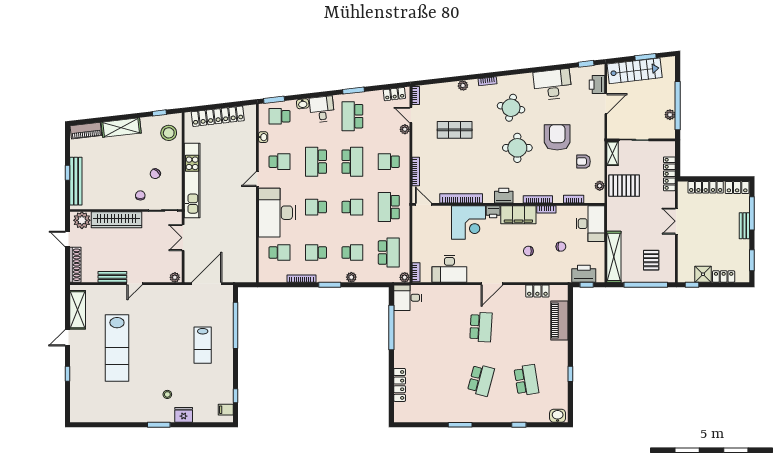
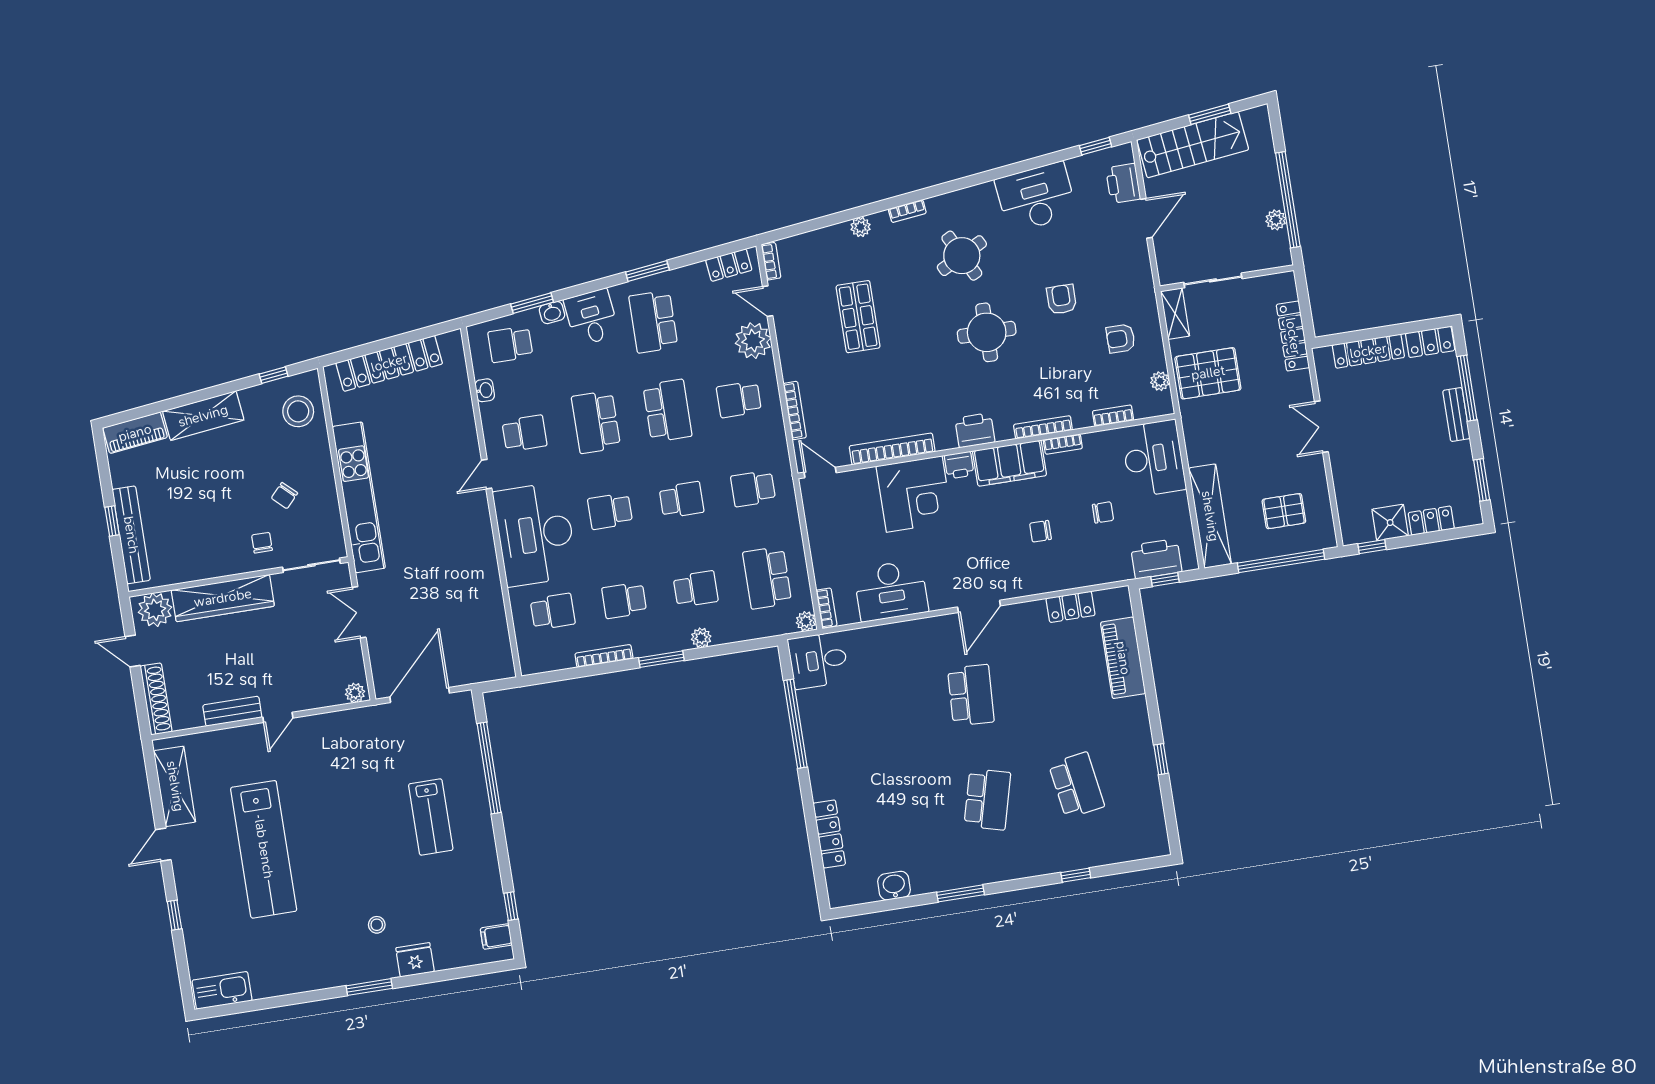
window: (274, 100) -> (532, 303), moved
round table: (511, 108) -> (962, 256), turned -38
plant: (405, 129) -> (753, 341), width x1.88, depth x1.88
shop shelf: (455, 130) -> (858, 317), turned 90
armchair: (557, 137) -> (1062, 299), width x0.53, depth x0.53
school desk: (389, 207) -> (753, 488), width x0.54
school desk: (389, 253) -> (767, 578), turned 180
pallet: (651, 260) -> (1284, 511), turned 90
kitchen sink: (85, 415) -> (222, 990), added
washbasin: (558, 416) -> (894, 886), moved

